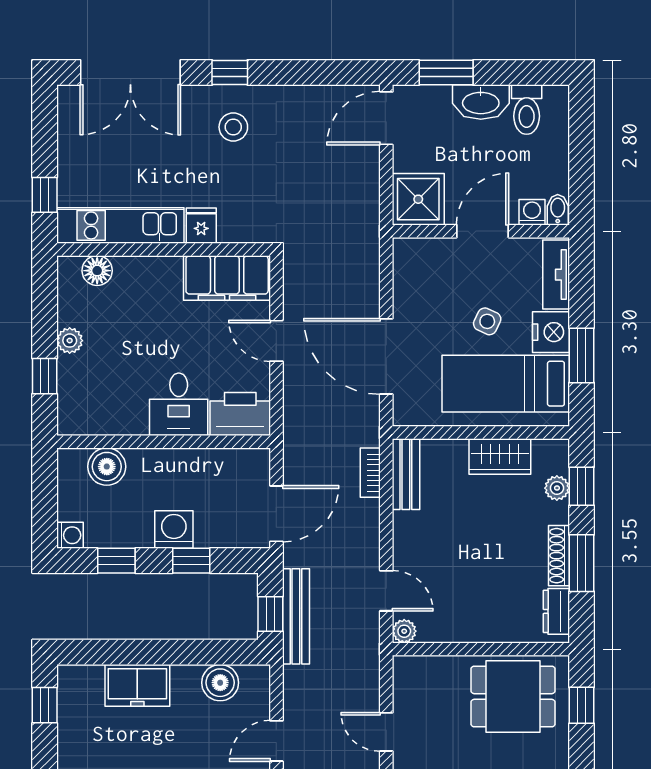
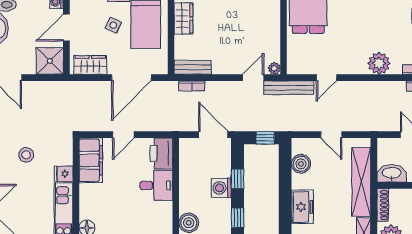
stool: (233, 127) -> (26, 155), moved
door: (483, 231) -> (66, 28), hinge flipped
wardrobe: (411, 277) -> (90, 65), added
bench: (296, 616) -> (289, 88), moved

